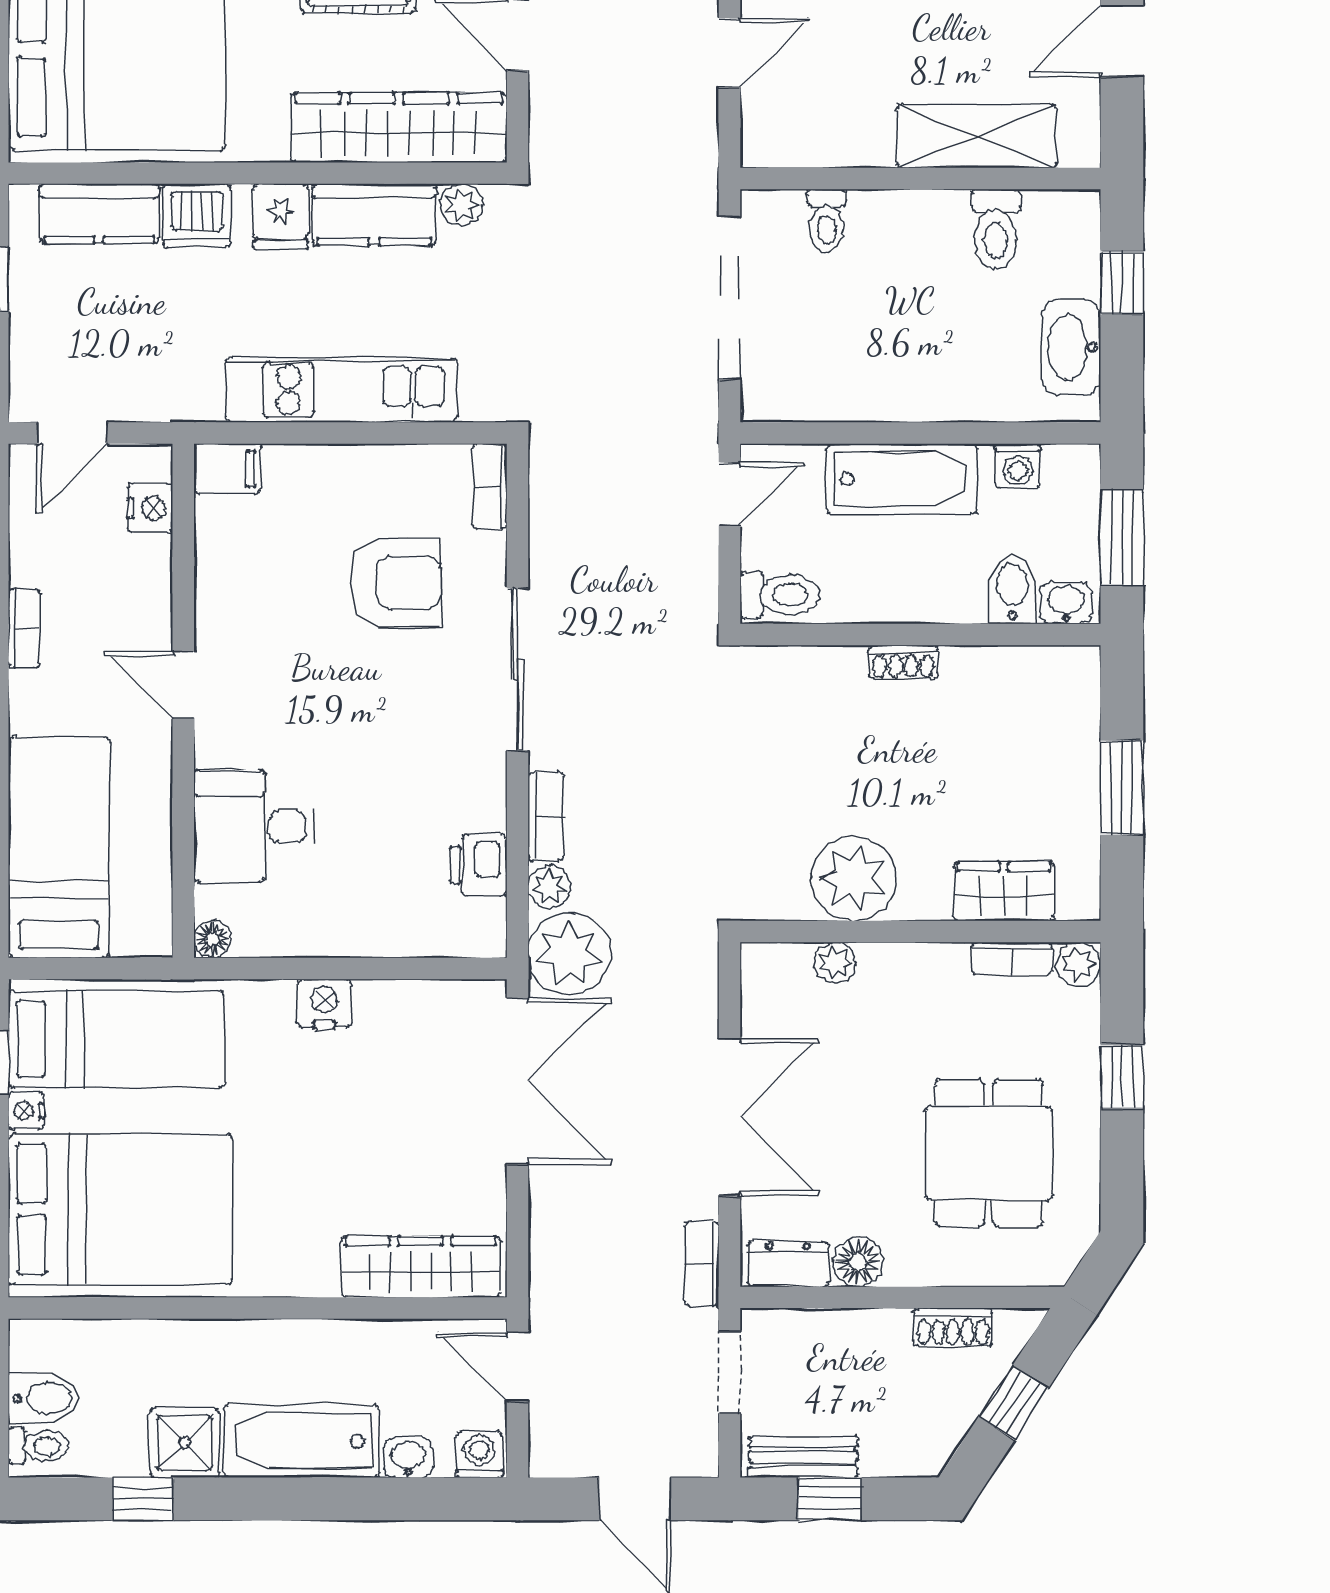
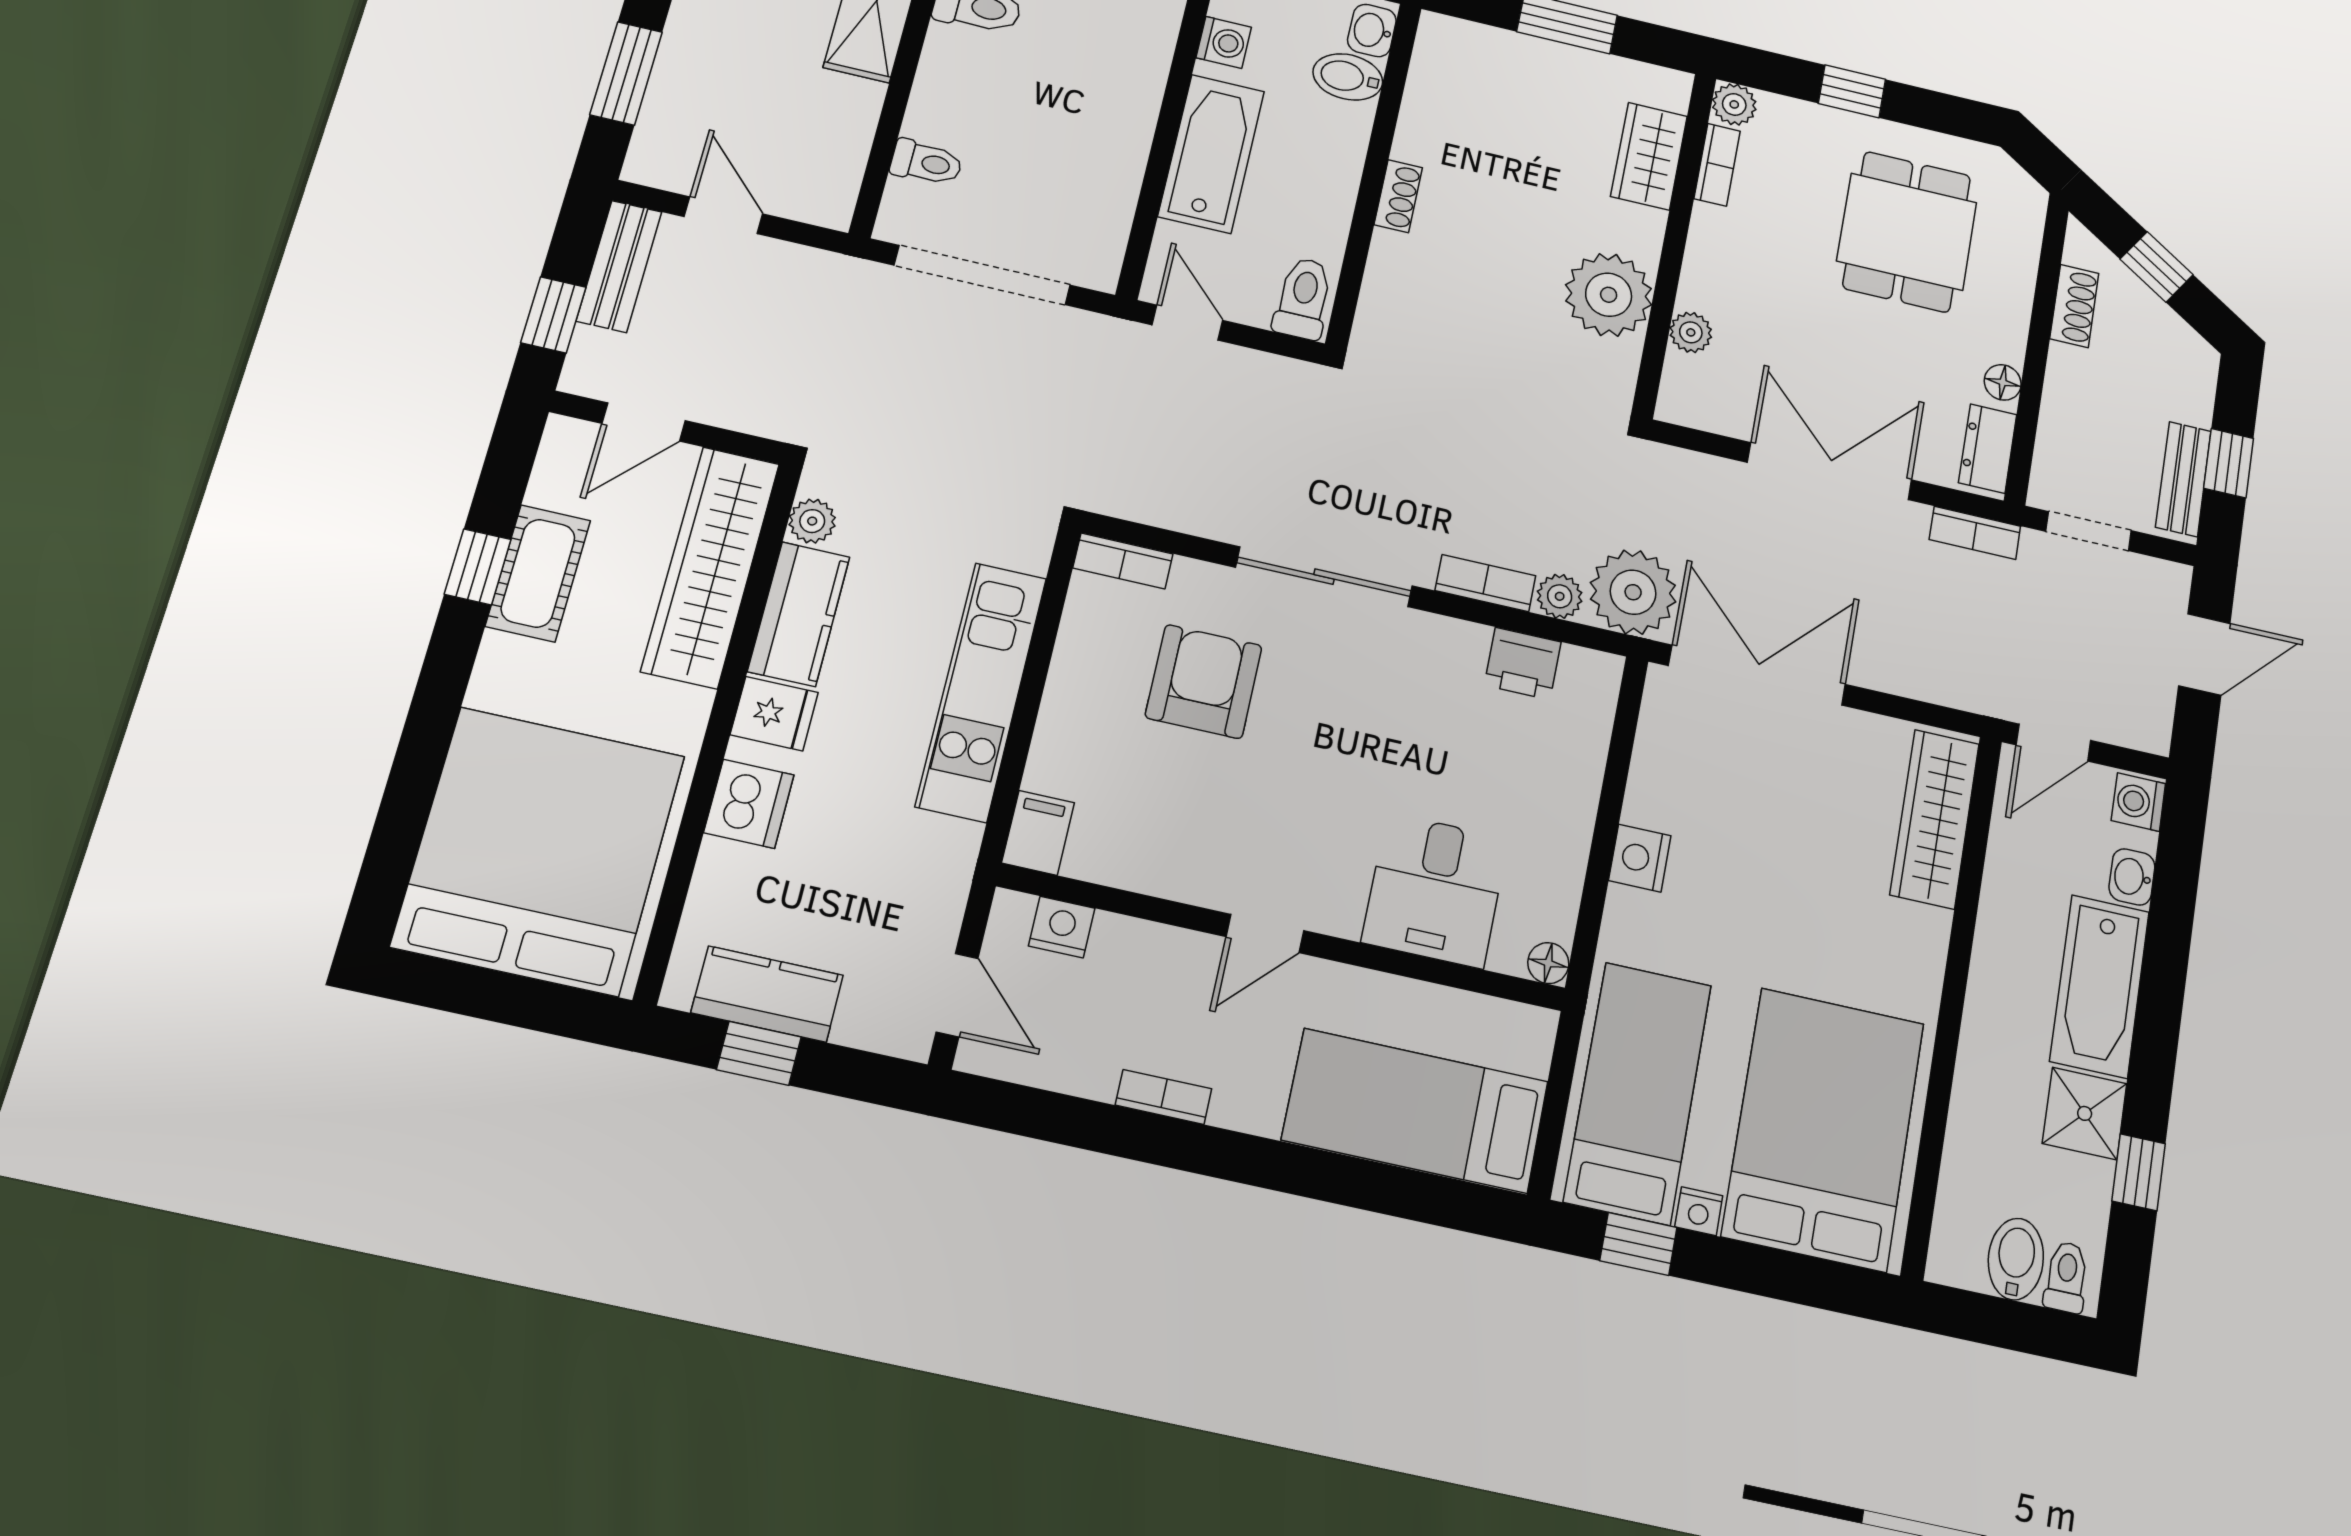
kitchen counter: (99, 214) -> (767, 994), moved, turned -90
dining table: (989, 1153) -> (1907, 232), turned 90
floor lamp: (858, 1262) -> (2003, 382), width x0.73, depth x0.73

